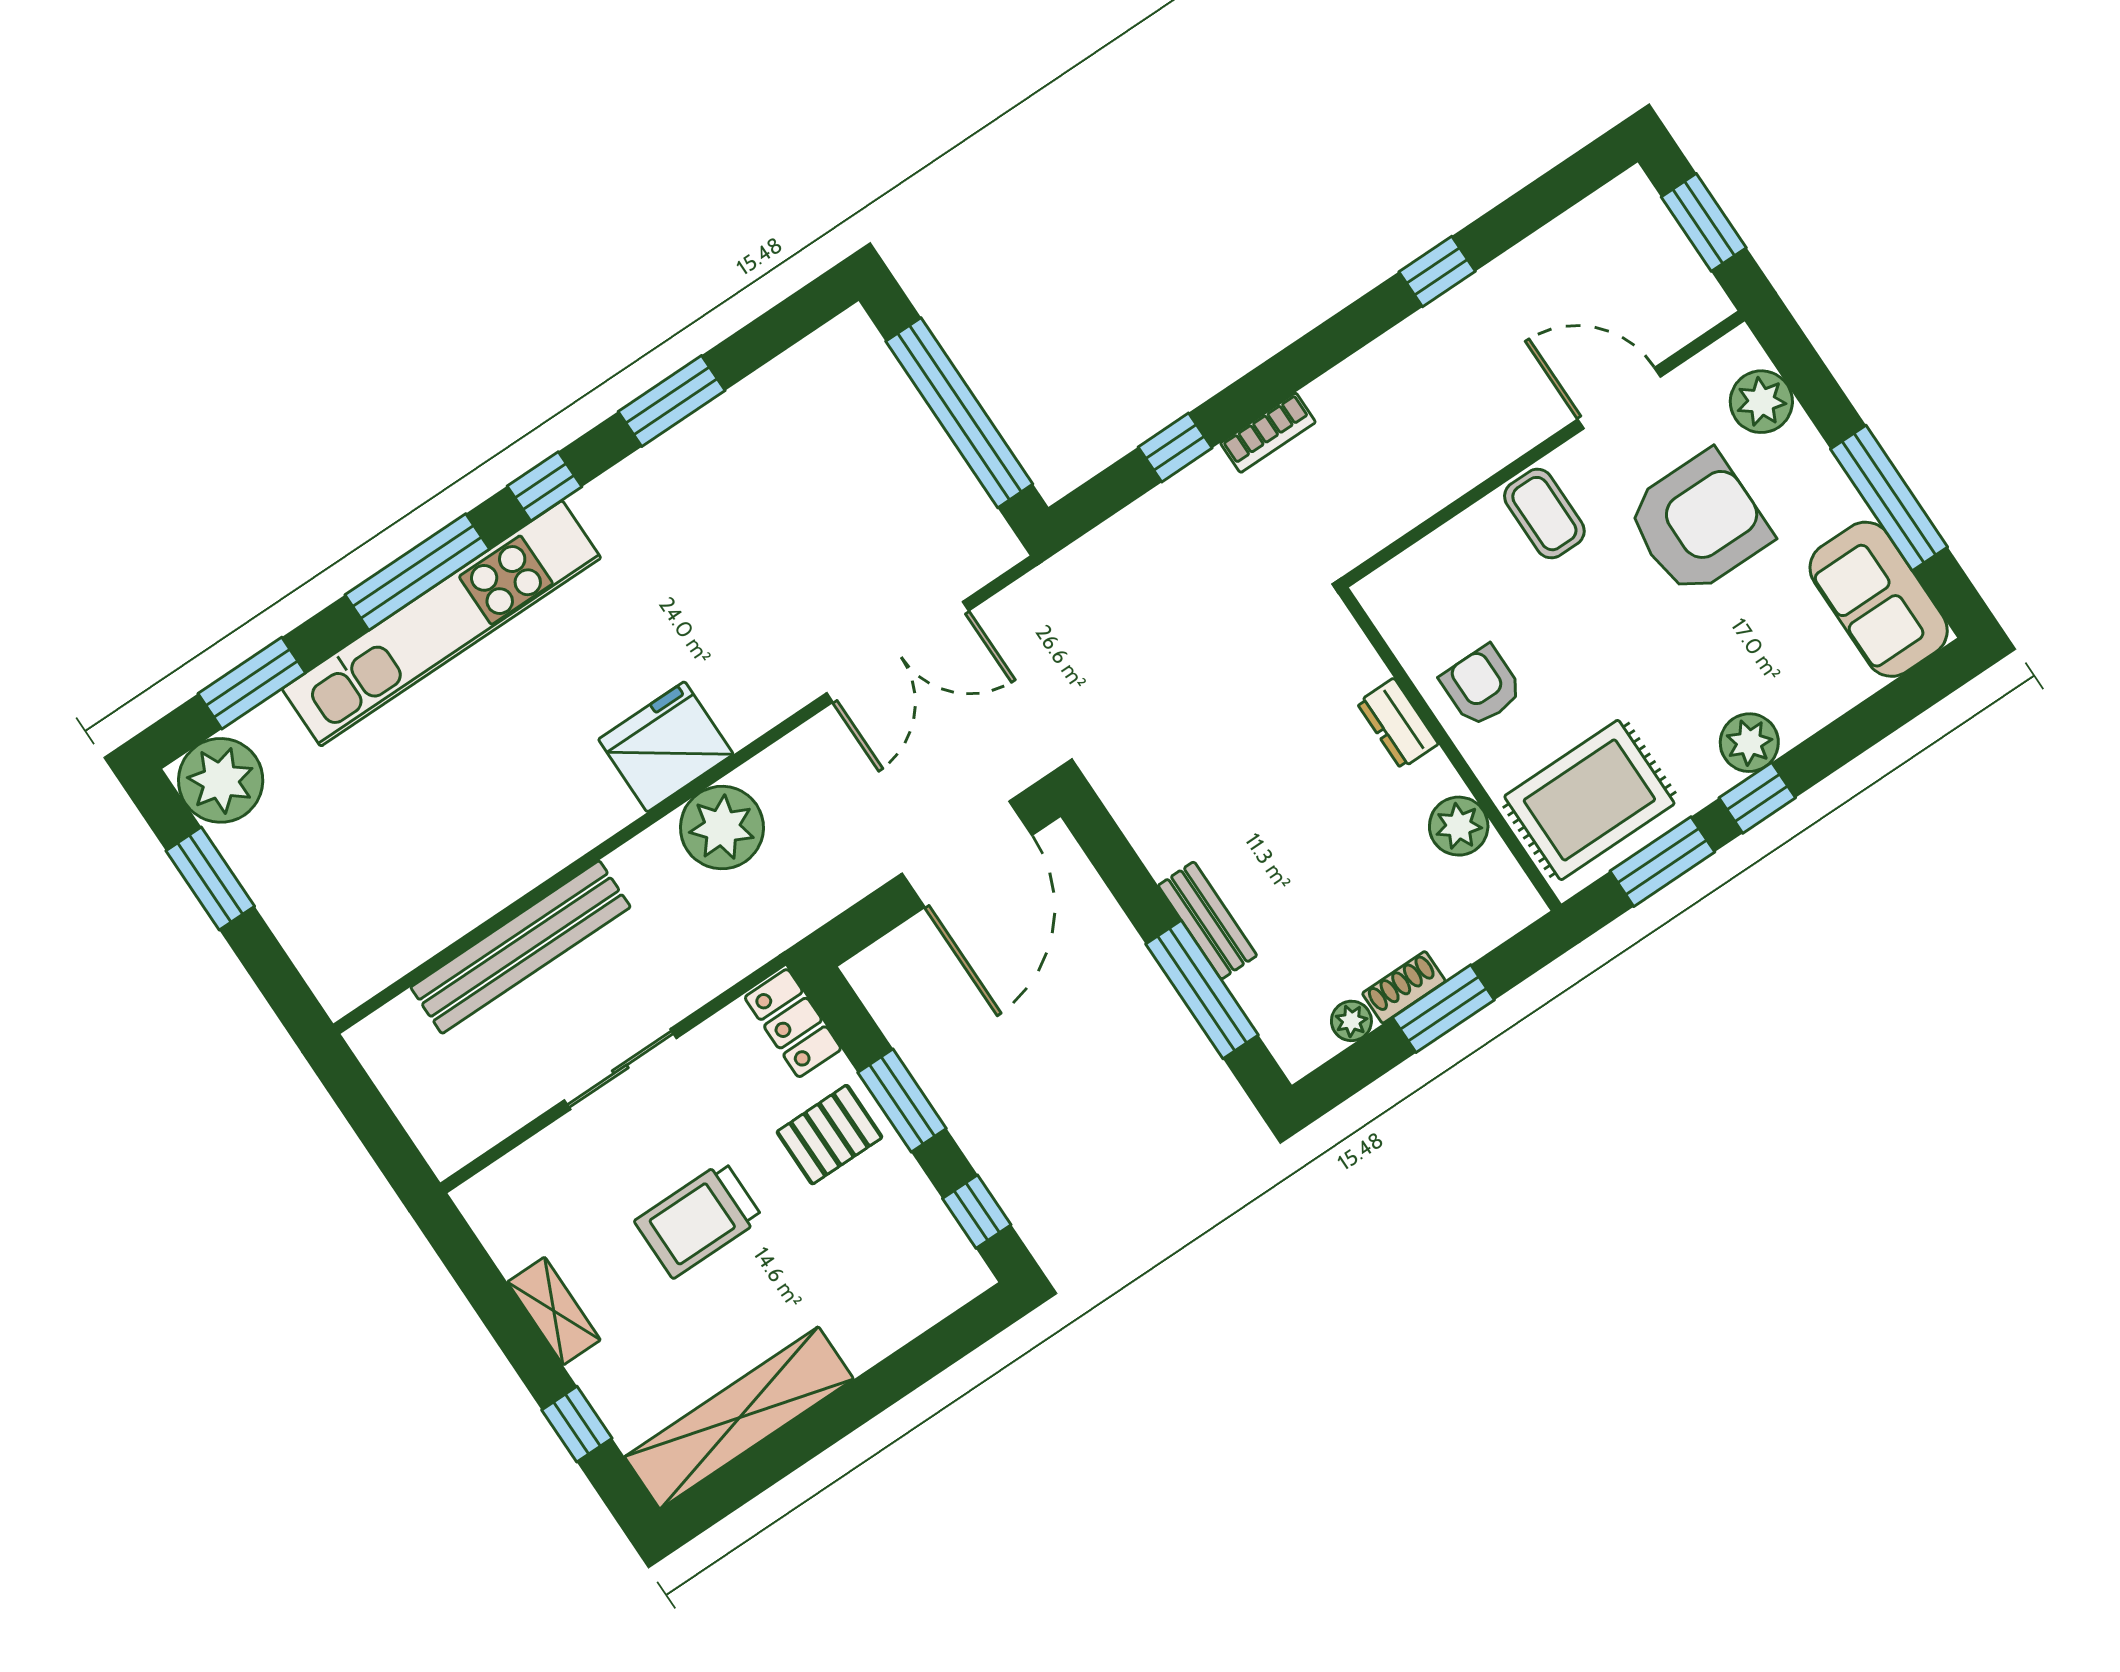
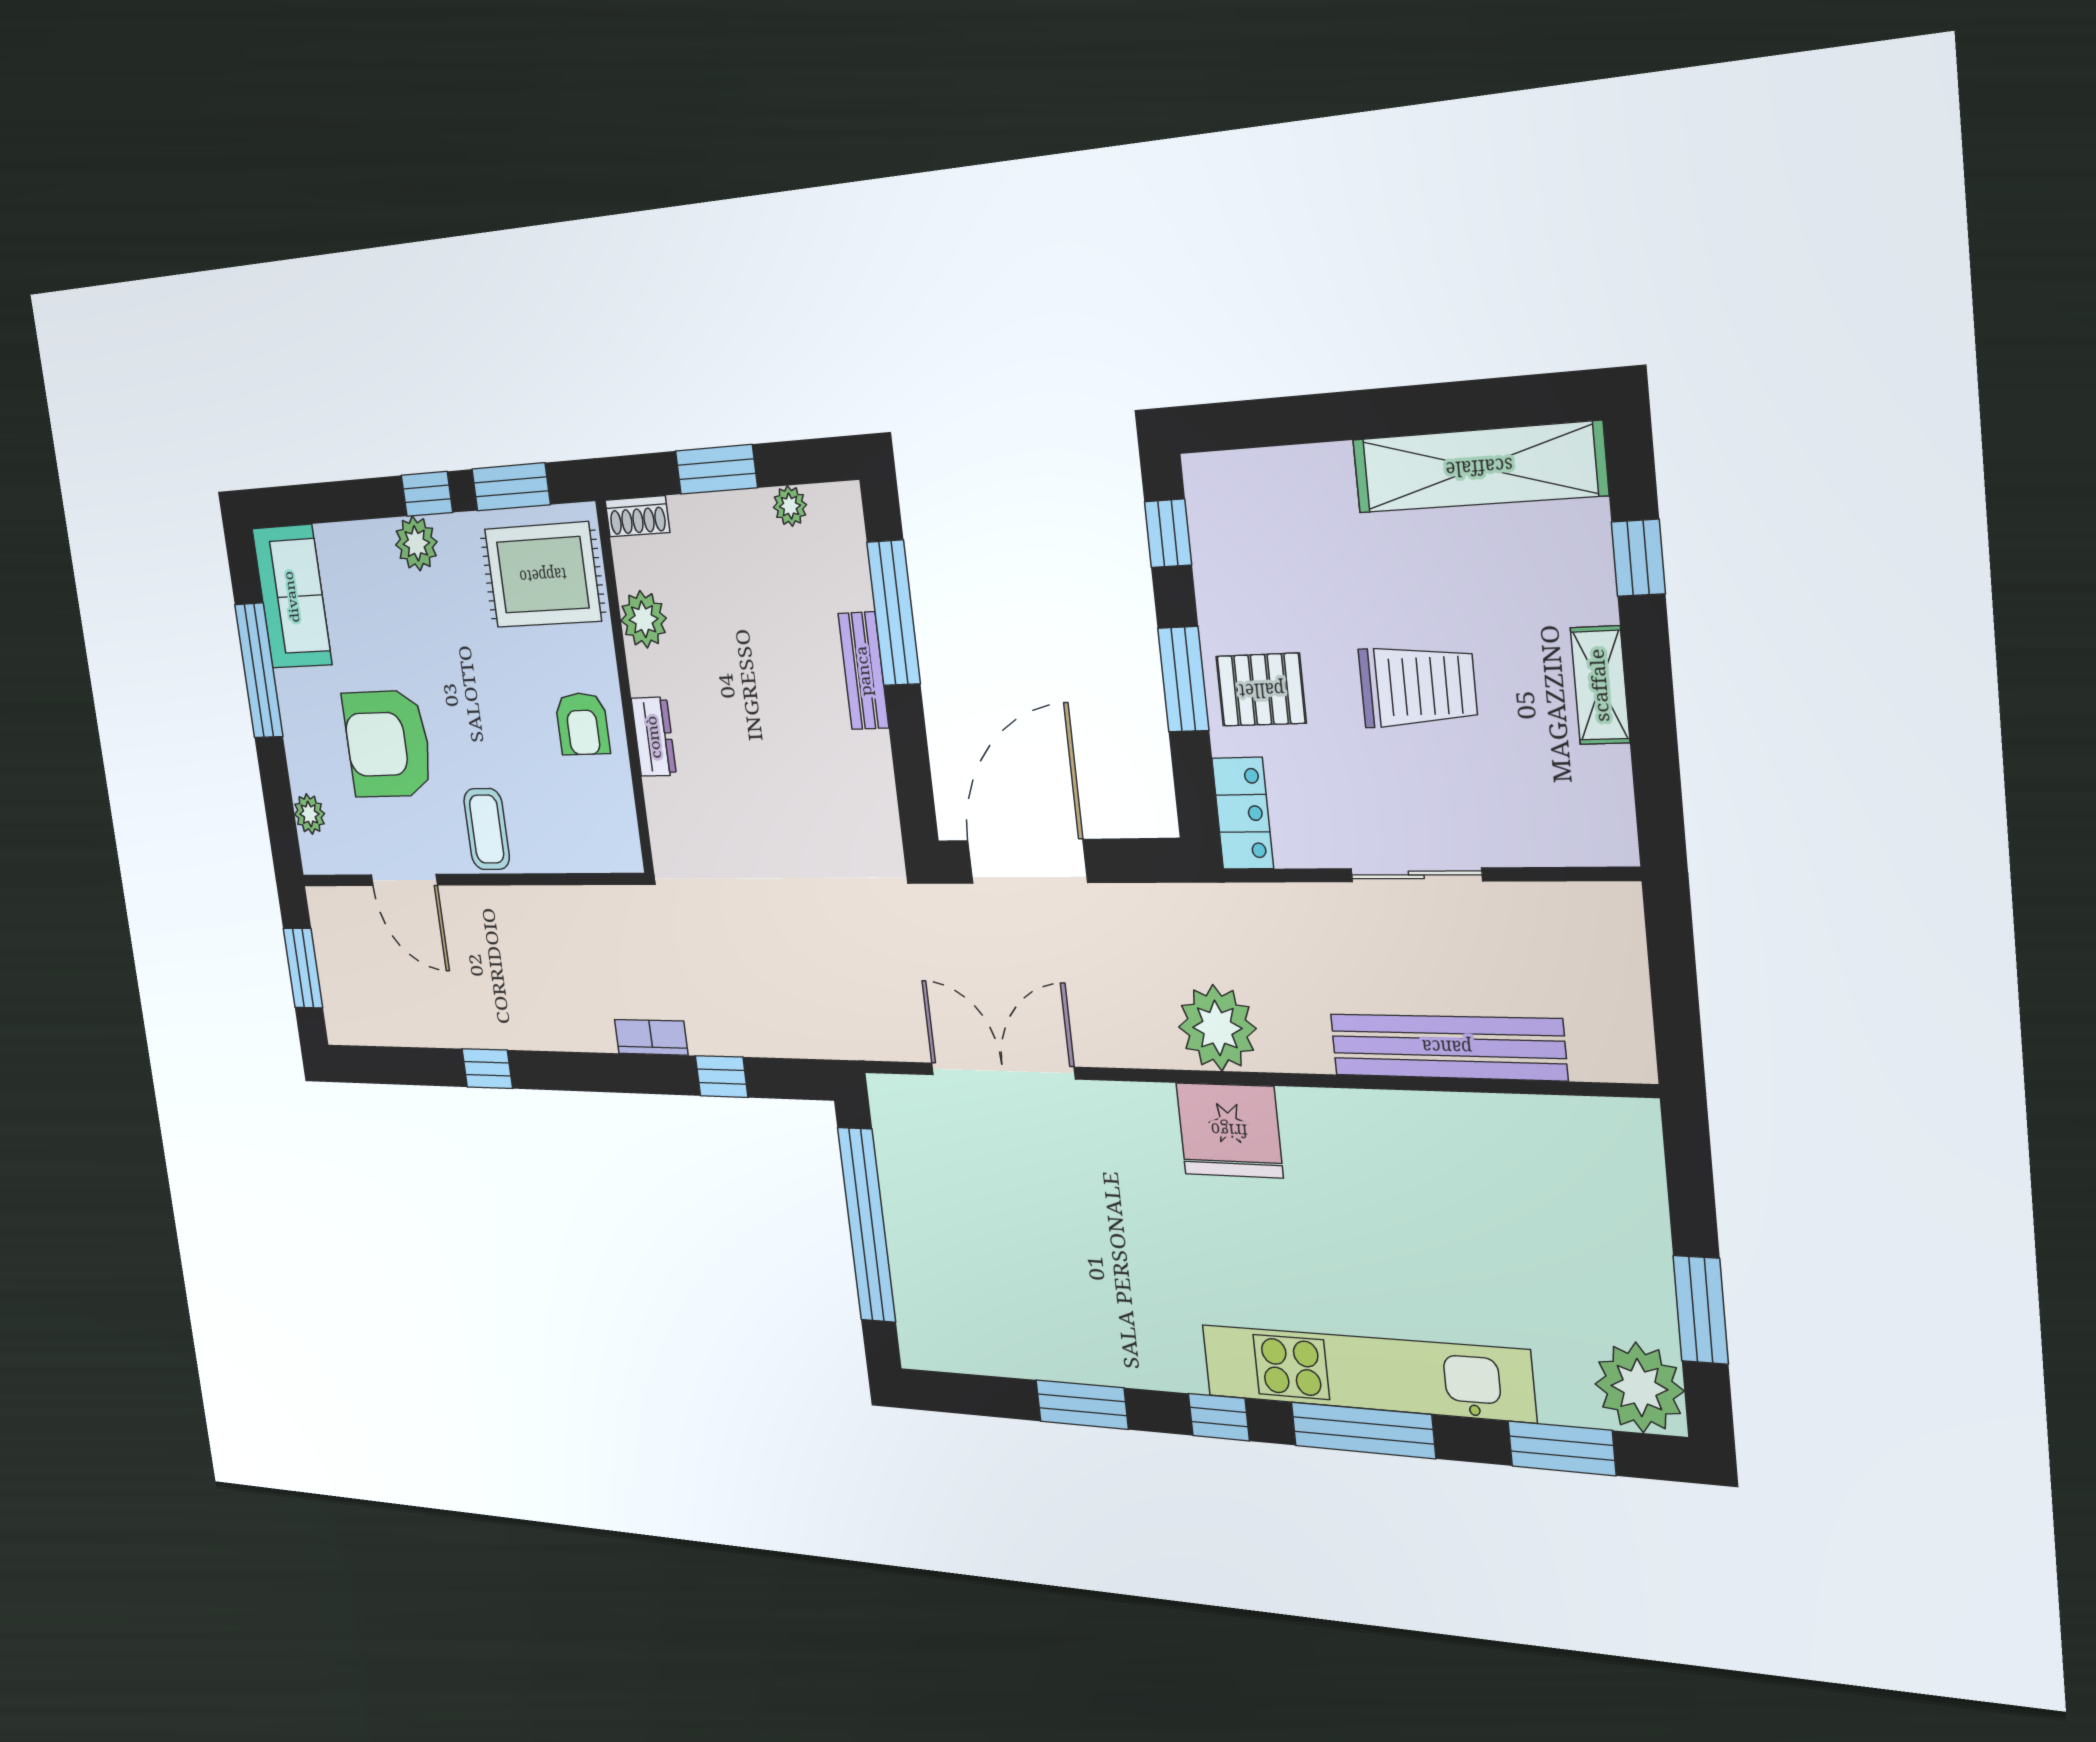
plant: (1761, 402) -> (309, 814), width x0.73, depth x0.73
shoe rack: (1404, 987) -> (637, 516), moved

